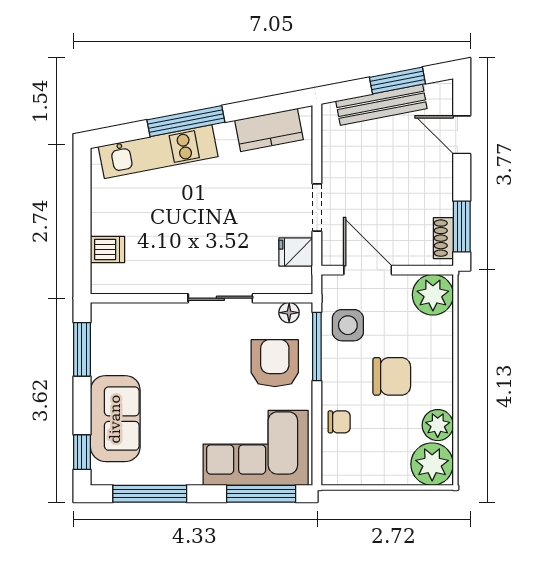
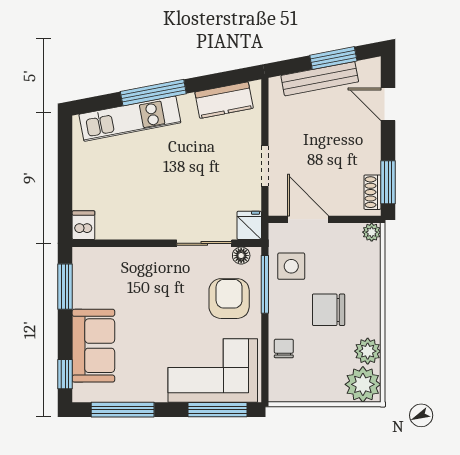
dishwasher: (107, 250) -> (83, 225), moved, turned -90
fridge: (296, 252) -> (249, 225), moved, turned 90
plant: (433, 295) -> (372, 232), width x0.53, depth x0.53
sliding door: (220, 298) -> (204, 243), moved
chair: (392, 376) -> (329, 310), turned 180
chair: (339, 422) -> (284, 348), turned -90

